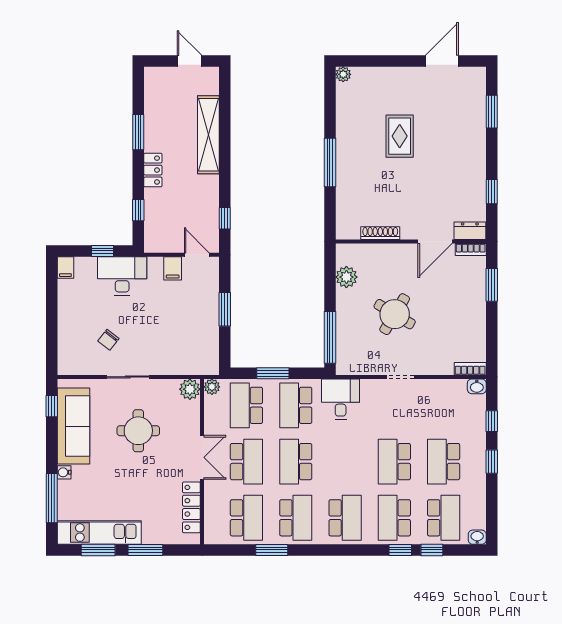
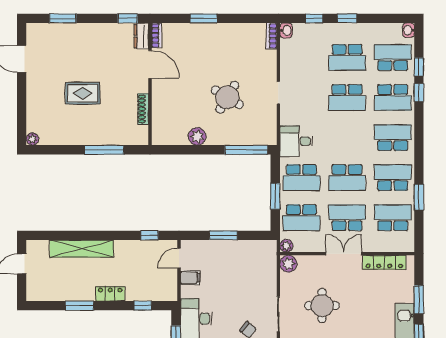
dresser: (470, 231) -> (141, 36), moved
shoe rack: (380, 233) -> (143, 109), moved
wall: (411, 242) -> (150, 84), moved
door: (435, 242) -> (150, 64), moved
bookcase: (471, 250) -> (156, 35), moved

